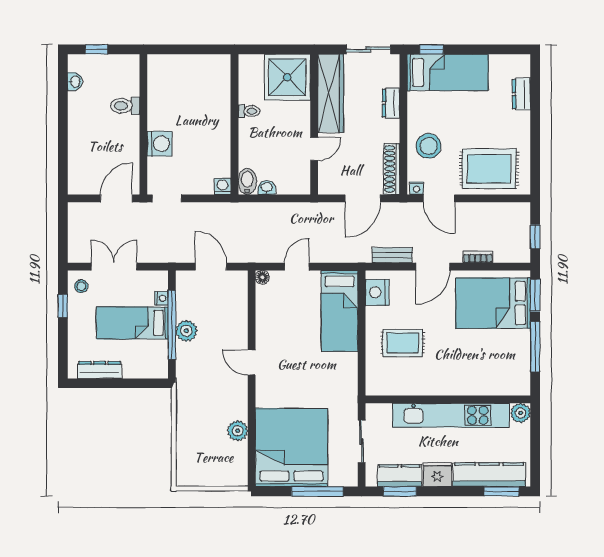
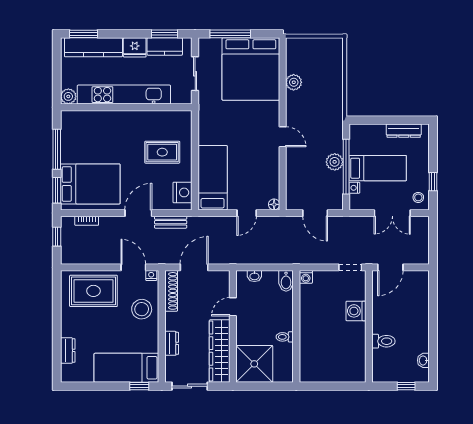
washbasin: (267, 187) -> (254, 276), moved
bookcase: (478, 257) -> (87, 221), moved

